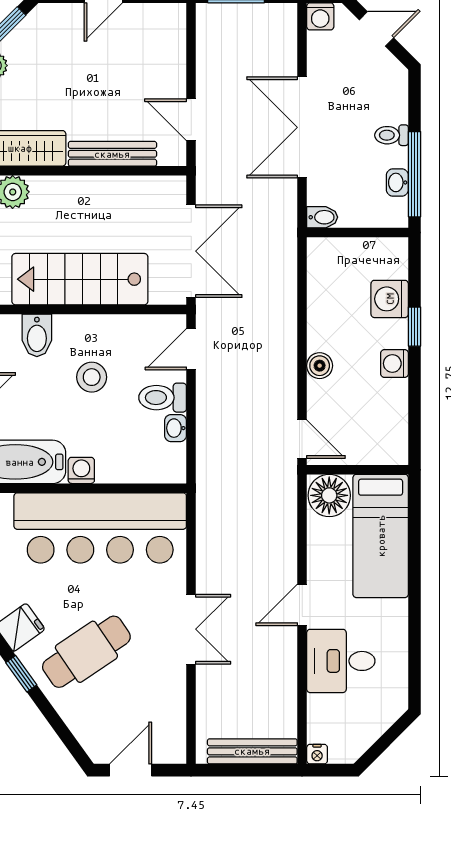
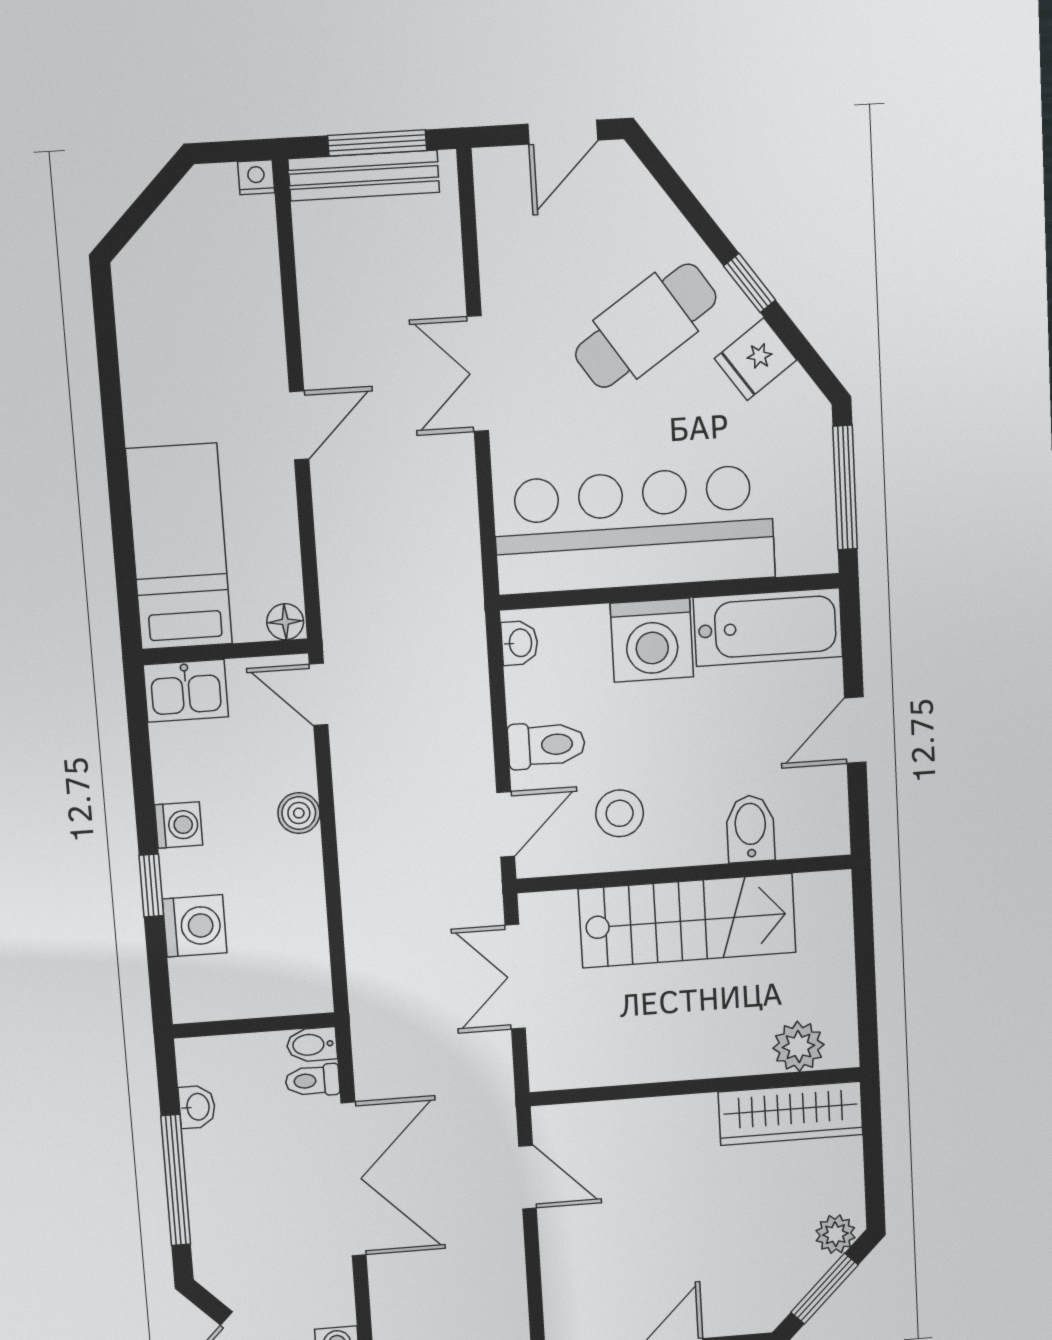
toilet: (392, 135) -> (312, 1081), moved, turned 180
bench: (112, 154) -> (647, 1116), removed
window: (415, 174) -> (176, 1180), moved
double door: (191, 251) -> (515, 977), width x0.73
stool: (92, 377) -> (620, 813), moved
washbasin: (176, 428) -> (520, 643), moved
kitchen sink: (384, 447) -> (186, 691), added
washing machine: (81, 470) -> (652, 640), width x1.89, depth x1.89
floor lamp: (329, 495) -> (285, 622), width x0.53, depth x0.53
desk: (341, 661) -> (228, 336), removed
window: (243, 770) -> (377, 143), added

